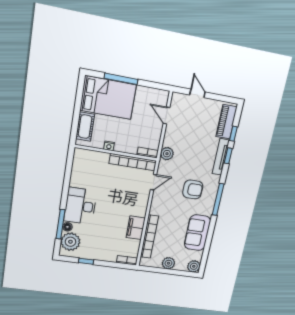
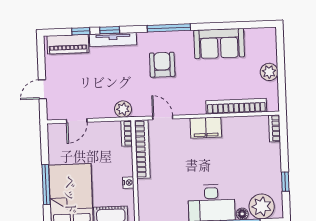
filing cabinet: (136, 228) -> (206, 128), moved
plant: (194, 266) -> (268, 36), removed

